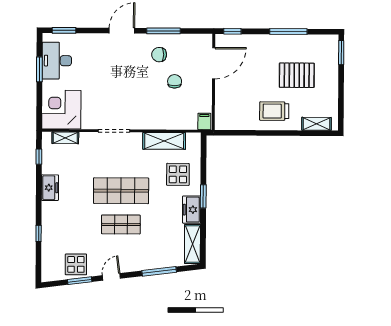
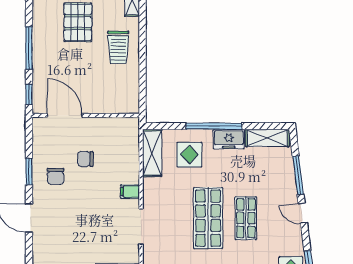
window: (164, 31) -> (29, 172), width x0.69
window: (288, 32) -> (29, 48), moved
filing cabinet: (204, 121) -> (130, 192), moved
shelving: (164, 141) -> (152, 153), moved
window: (203, 196) -> (214, 126), width x2.11
door: (111, 277) -> (303, 213), moved

